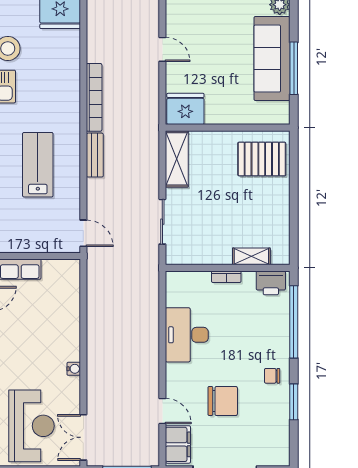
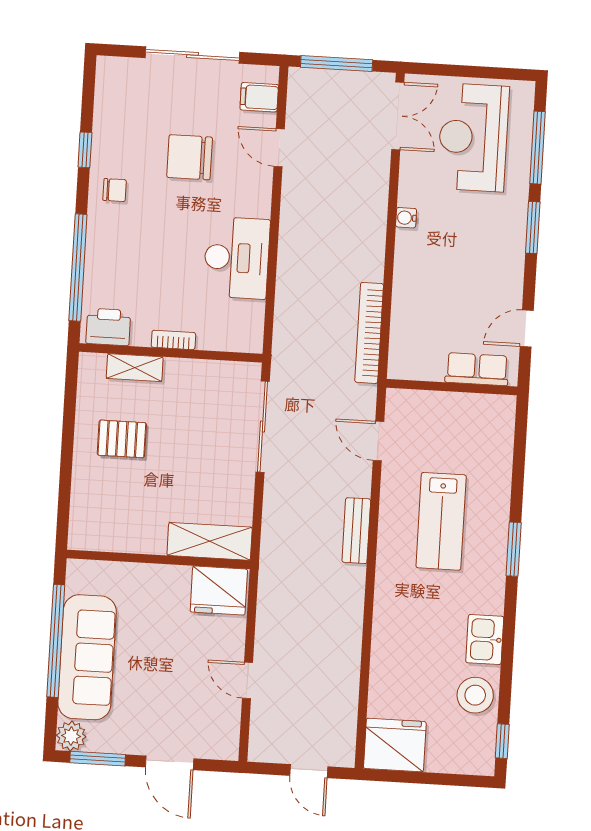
window: (294, 68) -> (56, 641), width x1.46
bookcase: (94, 97) -> (369, 333), moved
shelving: (177, 159) -> (210, 541), moved, turned 90
pallet: (262, 159) -> (122, 439), moved, width x0.67, depth x0.71
sliding door: (162, 222) -> (263, 427), width x1.37
door: (83, 233) -> (378, 441), moved
window: (294, 402) -> (85, 150), width x0.67
filing cabinet: (178, 444) -> (259, 97), width x0.50

